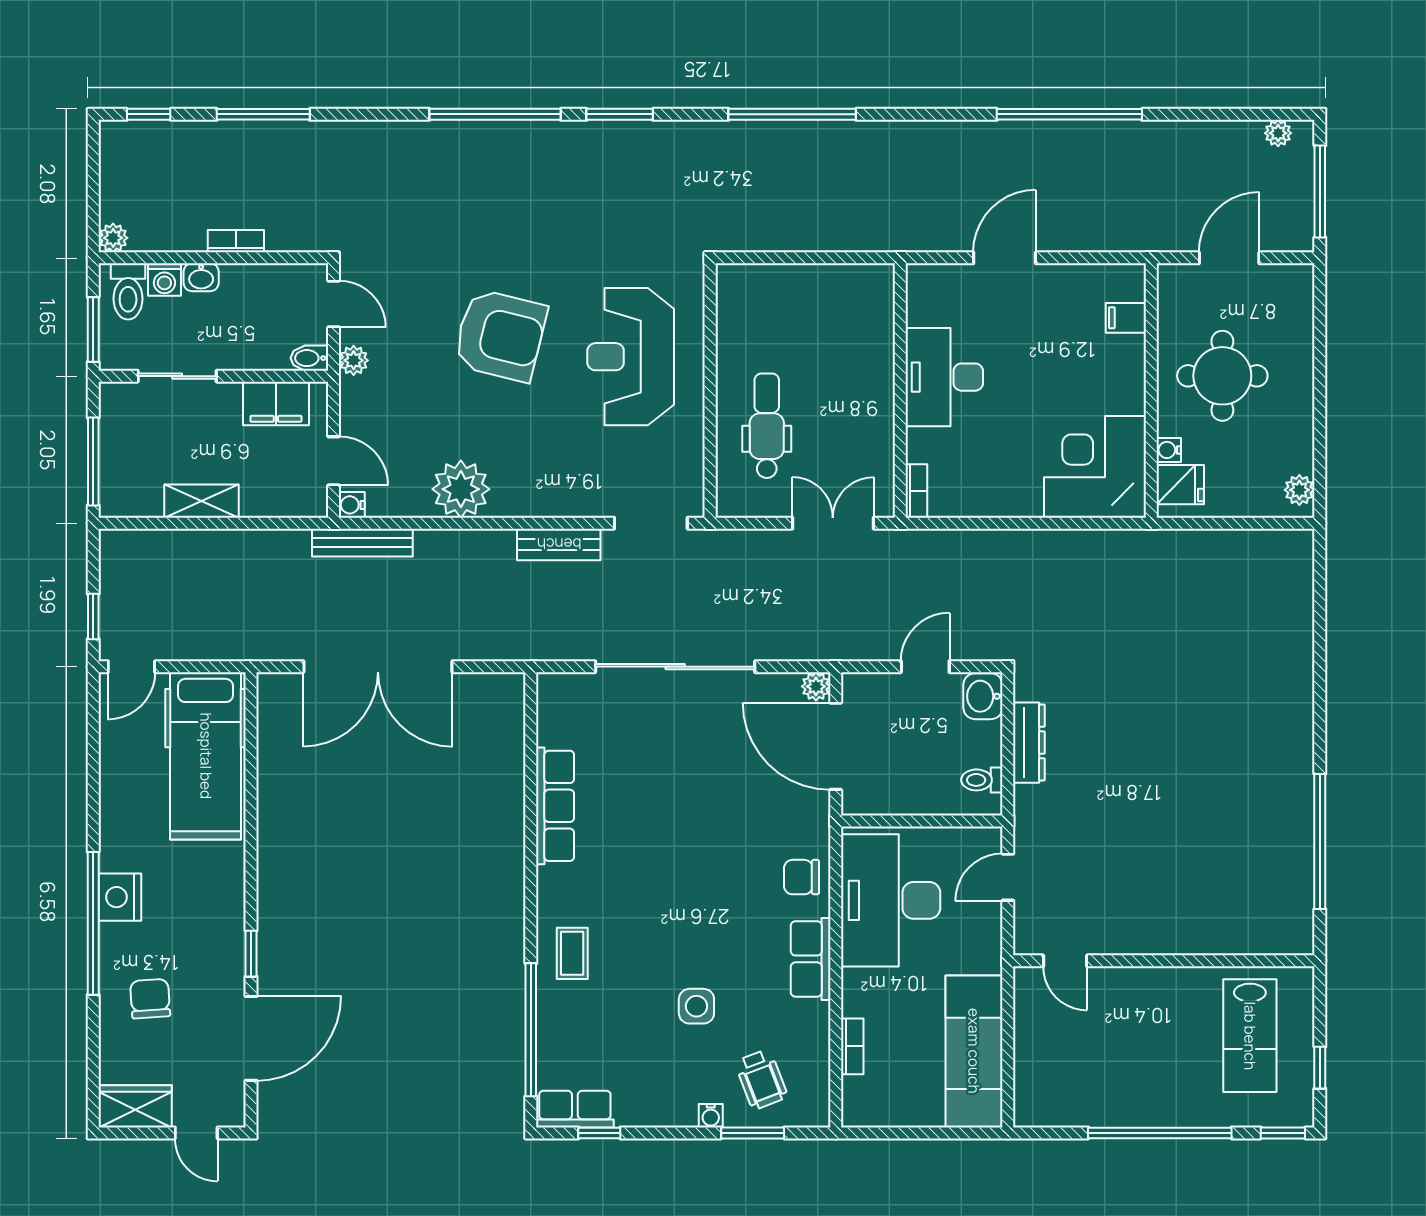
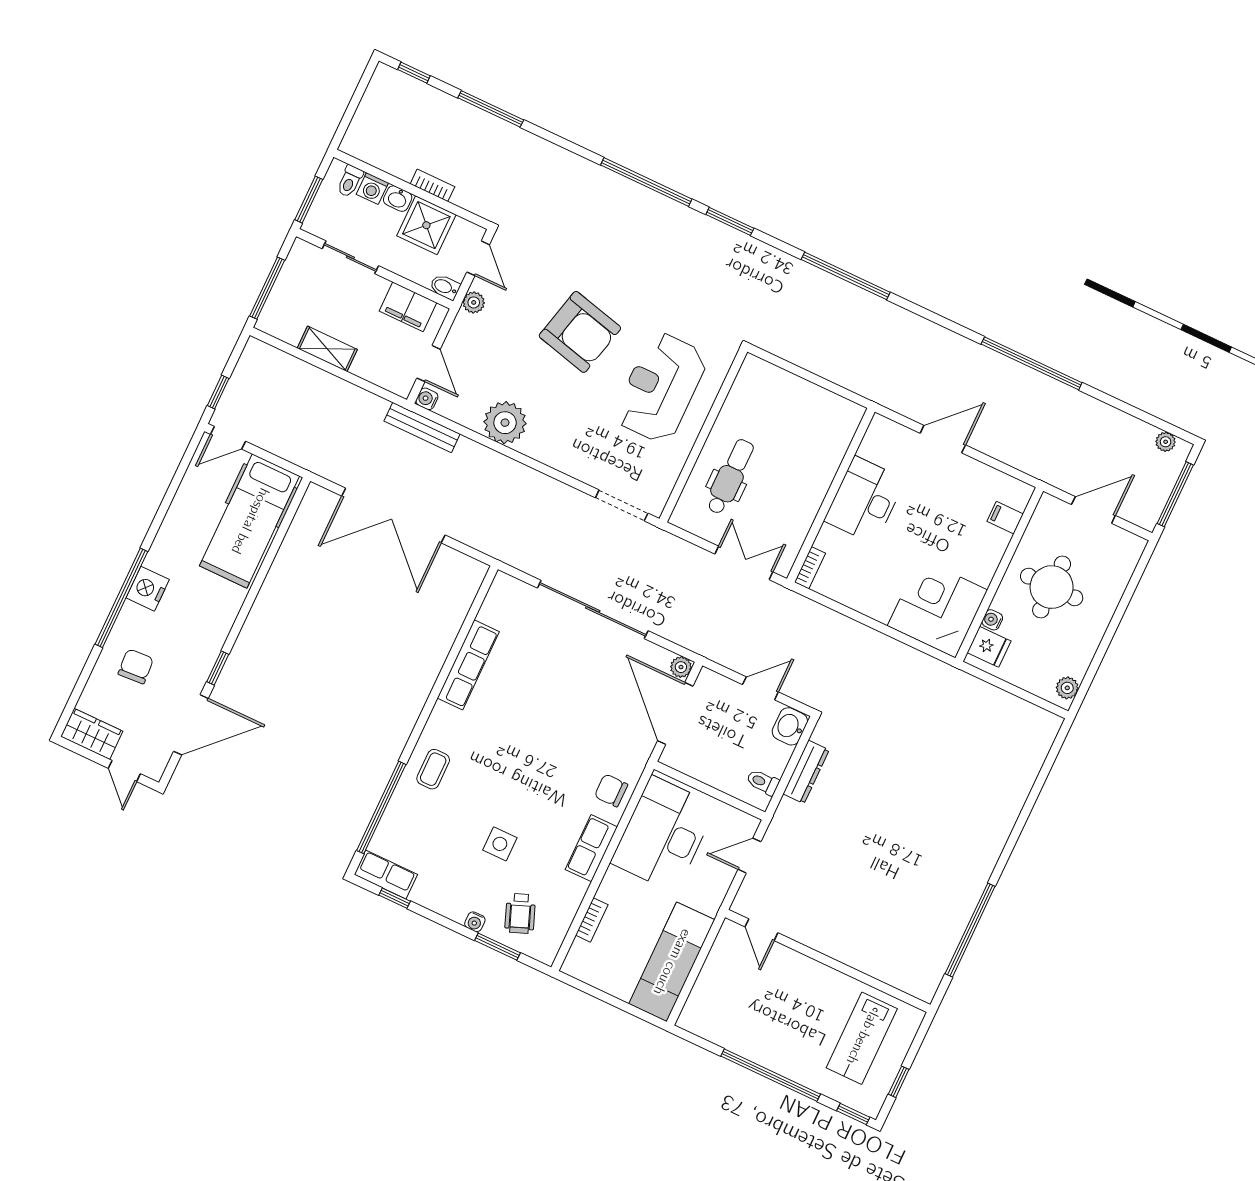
plant: (113, 238) -> (351, 144), removed
toilet: (128, 291) -> (350, 181), width x0.73, depth x0.72
shower: (251, 293) -> (426, 225), added
bench: (559, 544) -> (553, 491), removed

